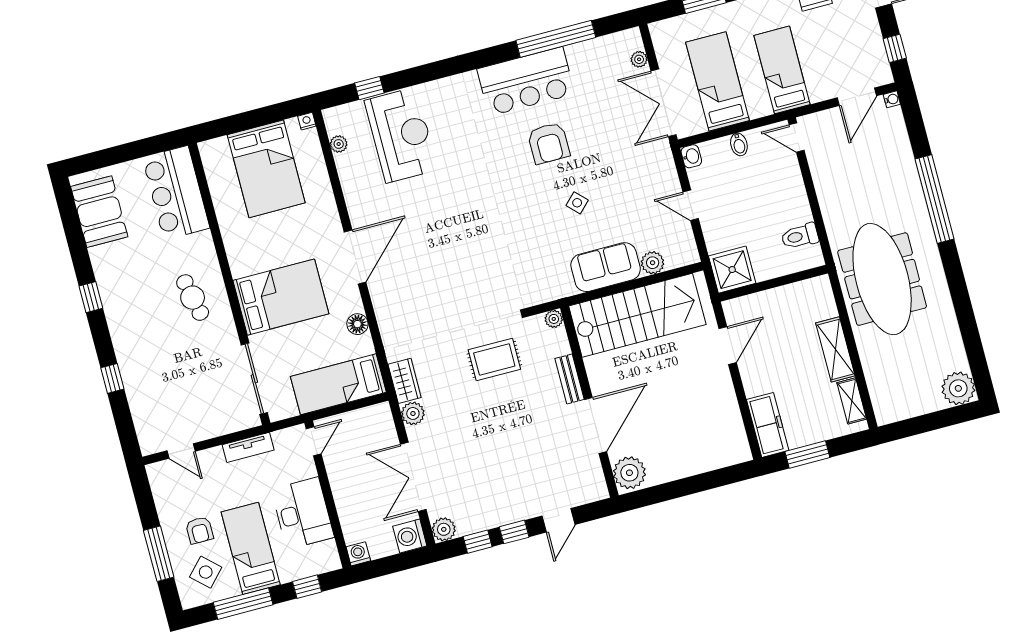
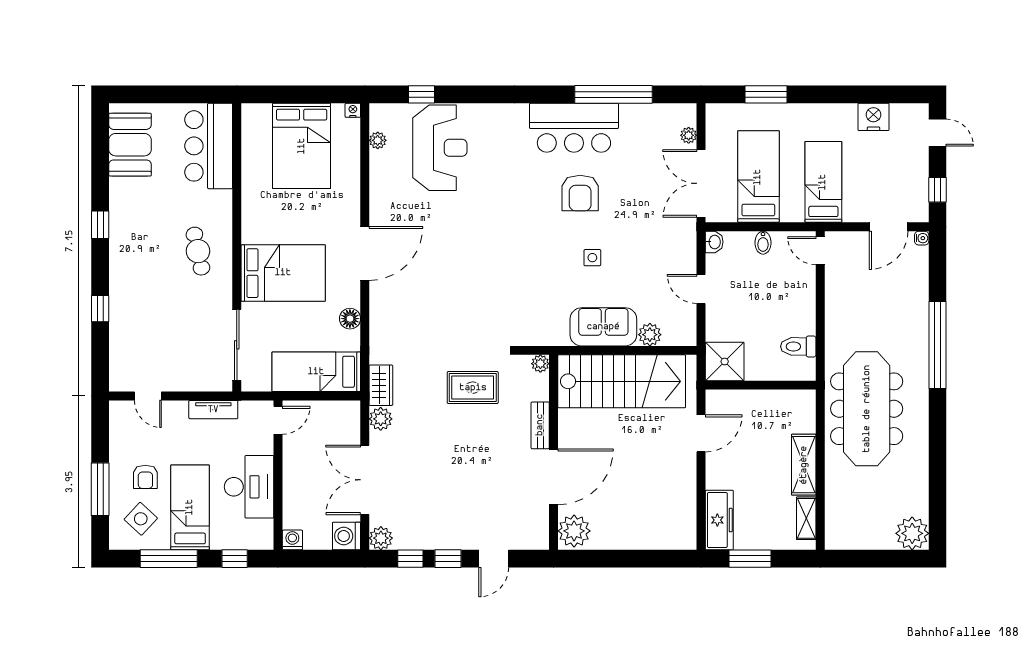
side table: (577, 203) -> (592, 258), turned 45

